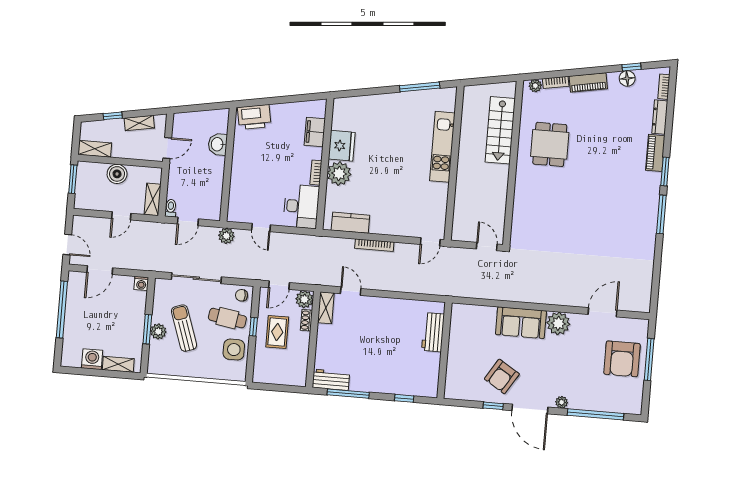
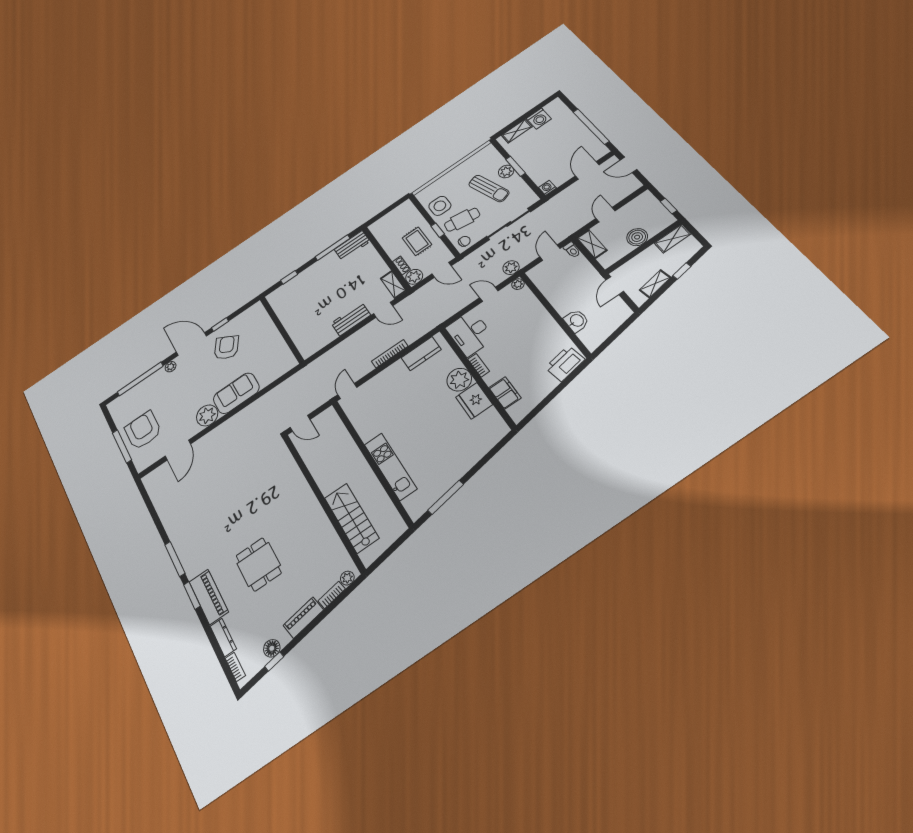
dining table: (550, 144) -> (259, 564), moved
piano: (655, 153) -> (209, 597), width x1.37, depth x1.33
window: (73, 179) -> (669, 206), width x0.67
plant: (233, 216) -> (518, 284), added
door: (279, 285) -> (441, 270), swing flipped
workbench: (433, 332) -> (351, 319), moved, turned -90

